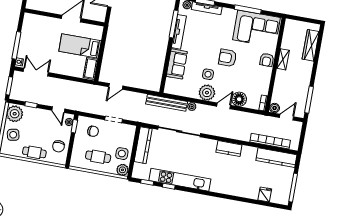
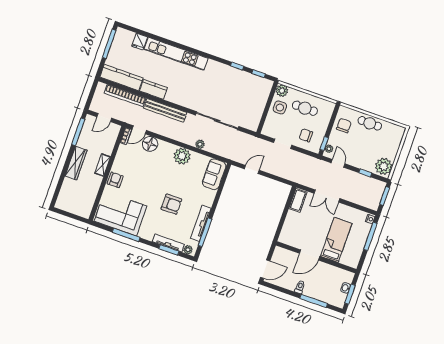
wardrobe: (311, 45) -> (76, 163), moved
bed: (80, 46) -> (336, 240), moved, turned -90
armchair: (228, 58) -> (171, 204), moved
shelving: (283, 59) -> (103, 165), moved
sofa: (177, 64) -> (214, 174), moved
double door: (36, 72) -> (327, 196), moved
side table: (208, 74) -> (178, 175), removed
door: (116, 86) -> (252, 169), moved
bench: (167, 103) -> (165, 110), moved
door: (224, 106) -> (139, 130), moved
boiler: (275, 108) -> (115, 129), removed
side table: (13, 135) -> (389, 145), removed
kitchen counter: (143, 145) -> (257, 113), removed
kitchen counter: (229, 149) -> (153, 89), moved
kitchen unit: (180, 180) -> (176, 54), moved

